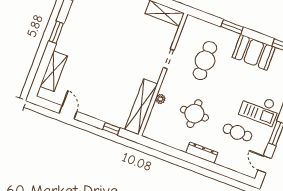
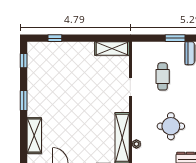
cafe table: (205, 61) -> (163, 76), width x0.73, depth x0.74
plant: (160, 99) -> (136, 144), moved

